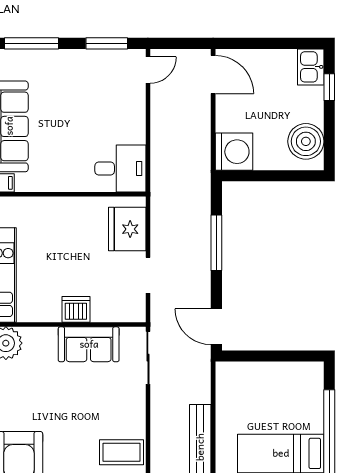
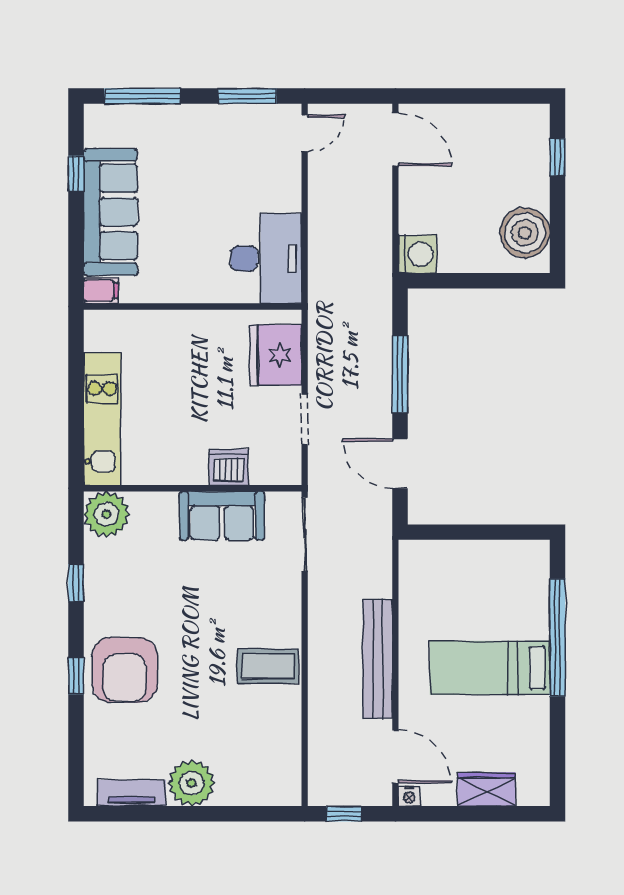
kitchen sink: (311, 67) -> (532, 129), removed
washing machine: (234, 152) -> (418, 254), width x0.73, depth x0.73
desk: (120, 169) -> (266, 258), width x1.37
dishwasher: (76, 309) -> (229, 467), moved
door: (216, 327) -> (400, 463), moved

